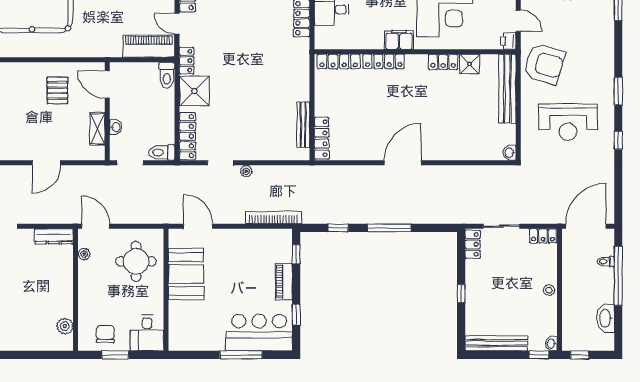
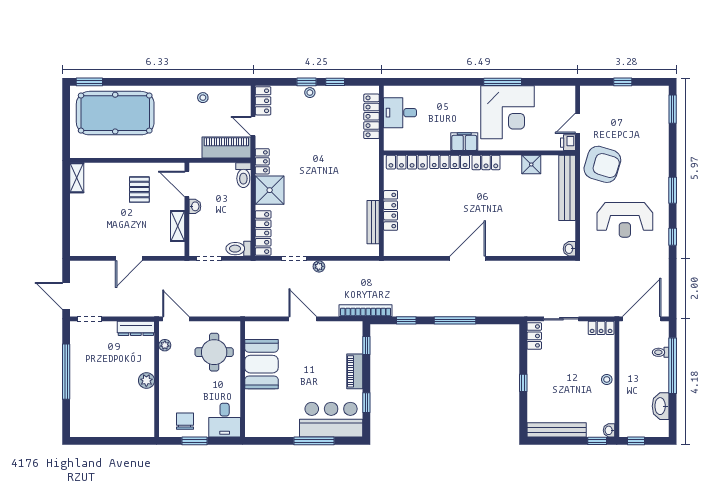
door: (518, 21) -> (578, 123), swing flipped
locker: (443, 62) -> (486, 162), moved
washbasin: (116, 127) -> (195, 206), moved
locker: (322, 138) -> (391, 210), moved
bookcase: (273, 218) -> (366, 311), moved
door: (198, 226) -> (303, 319), moved
plant: (65, 326) -> (146, 380), moved

